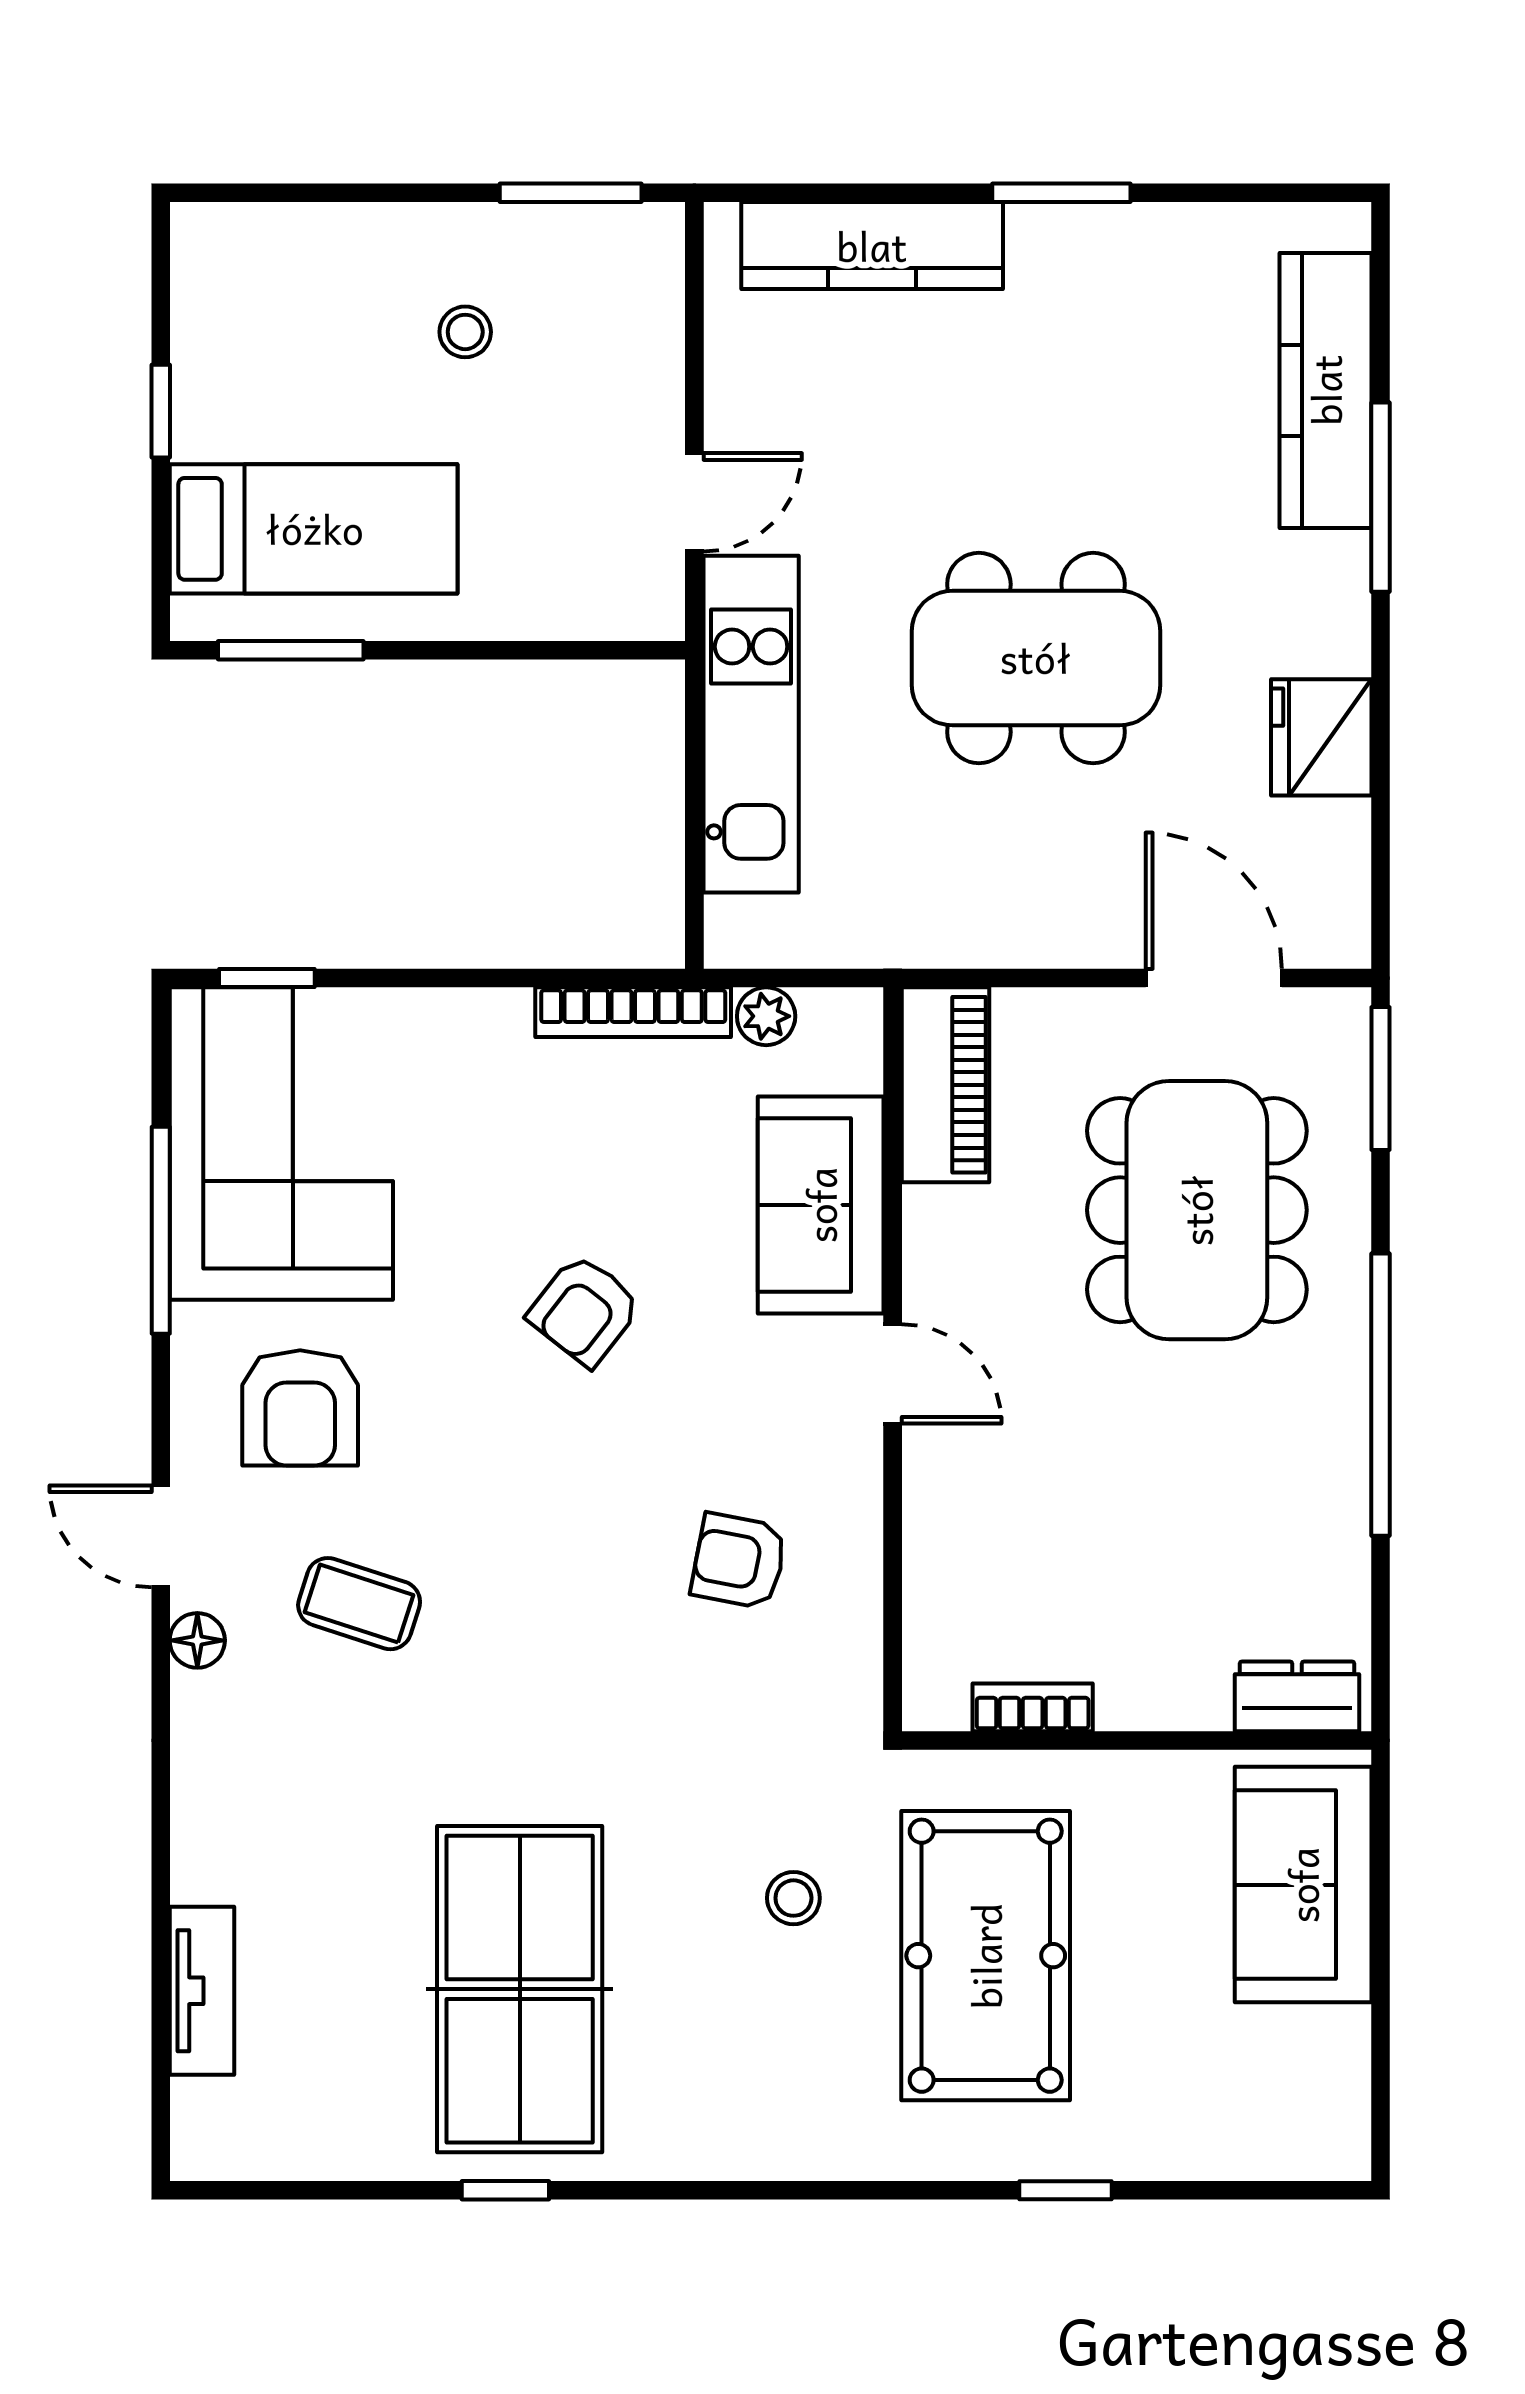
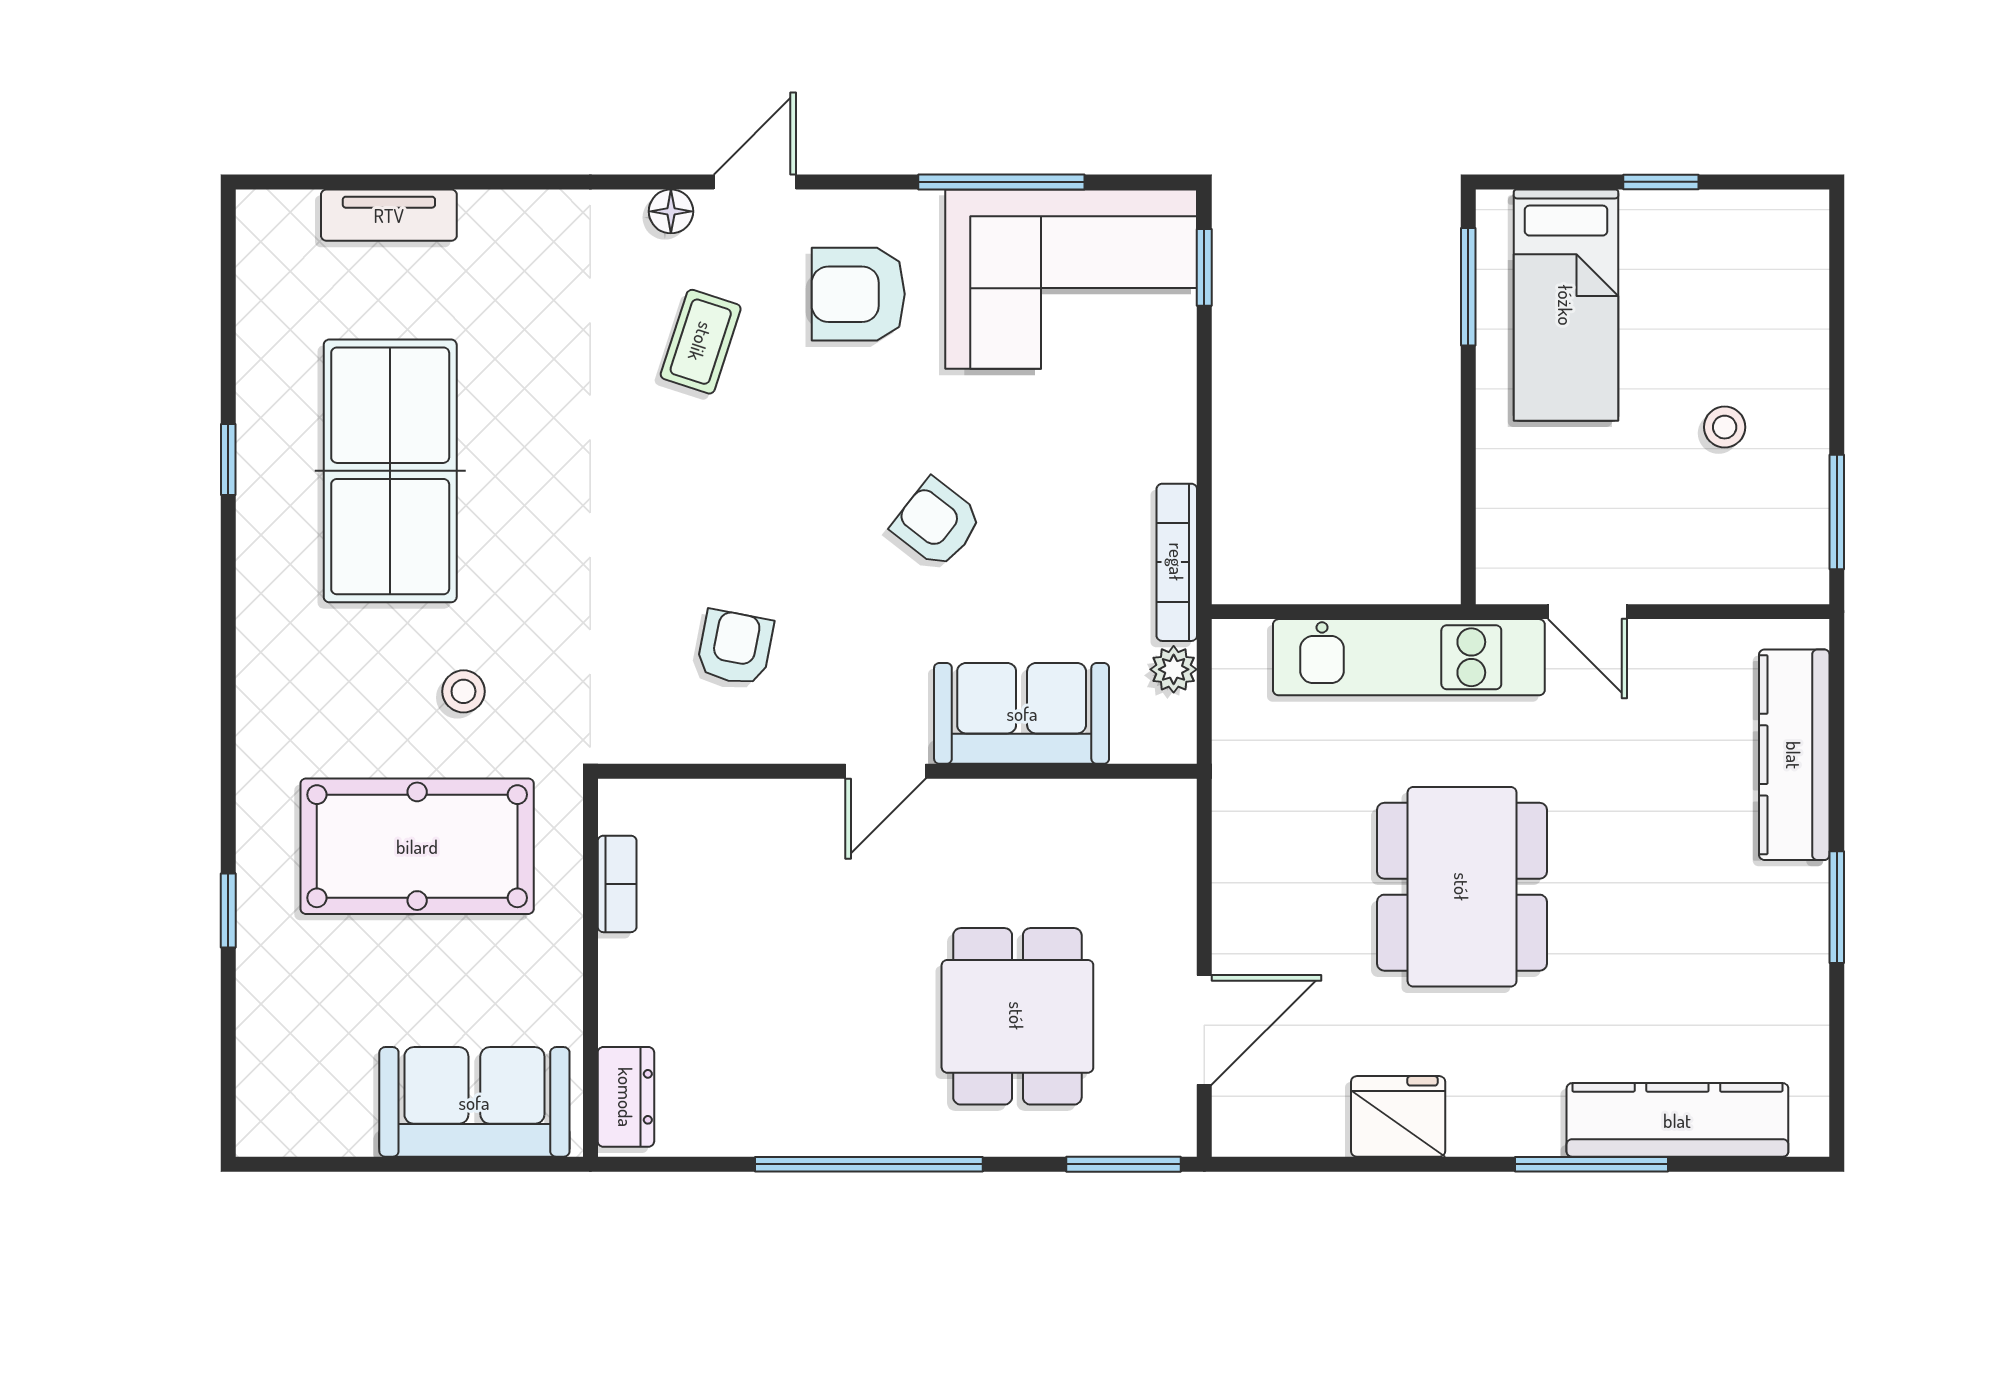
piano: (945, 1085) -> (1118, 814), removed
dining table: (1197, 1210) -> (1017, 1016), width x0.73
table tennis table: (520, 1989) -> (390, 471), turned 90

